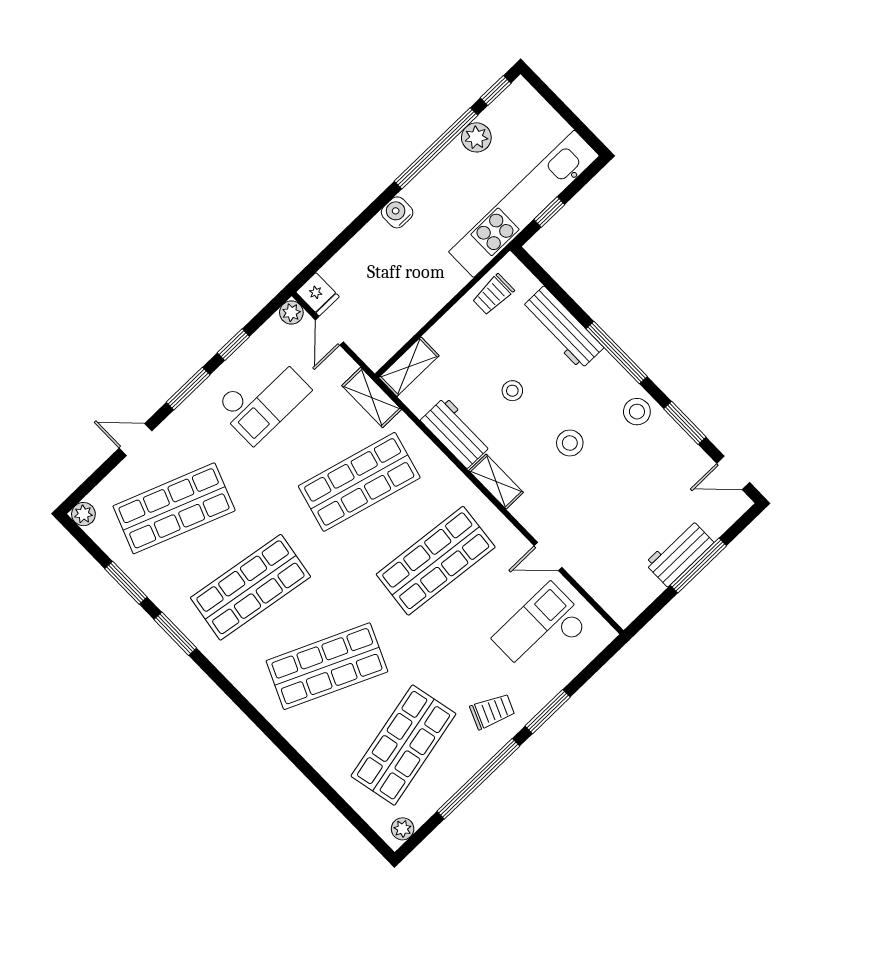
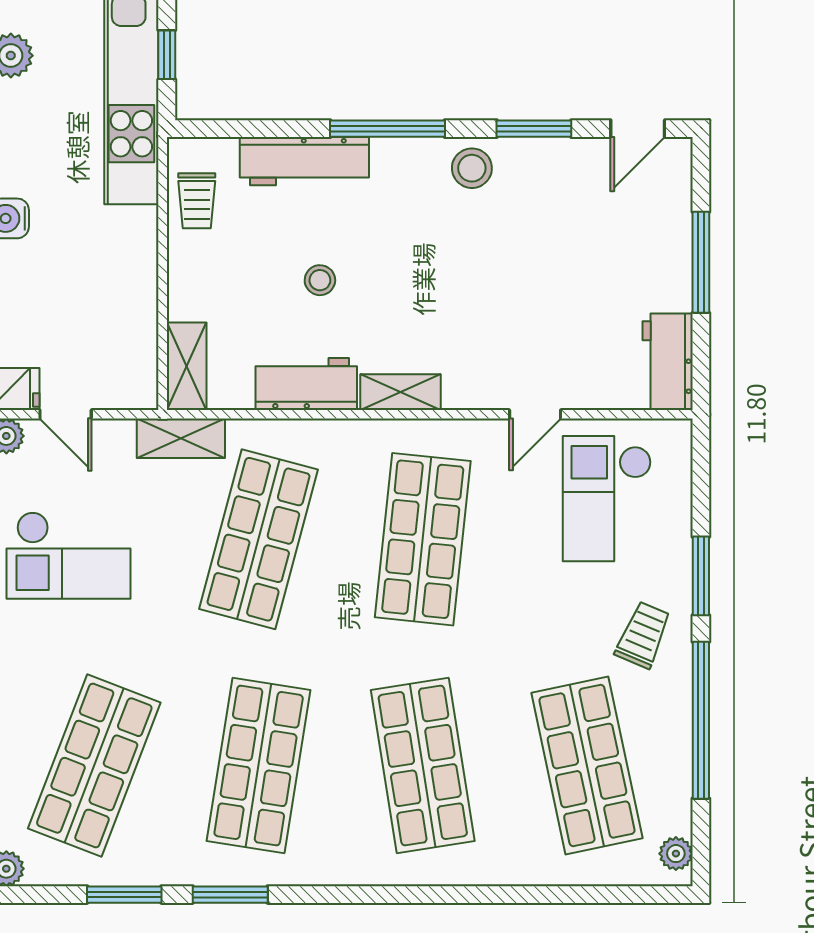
checkout: (263, 398) -> (68, 555), turned 90
stool: (570, 443) -> (436, 273), removed
workbench: (679, 553) -> (668, 362), moved
shop shelf: (327, 666) -> (423, 766), turned -33

